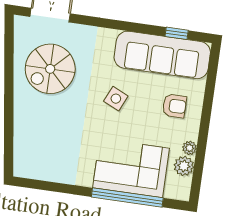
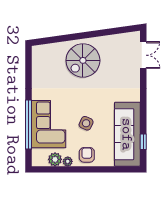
spiral stairs: (50, 69) -> (83, 60), moved, turned -90
side table: (116, 99) -> (86, 123), moved
armchair: (174, 106) -> (87, 155), moved, turned 180

